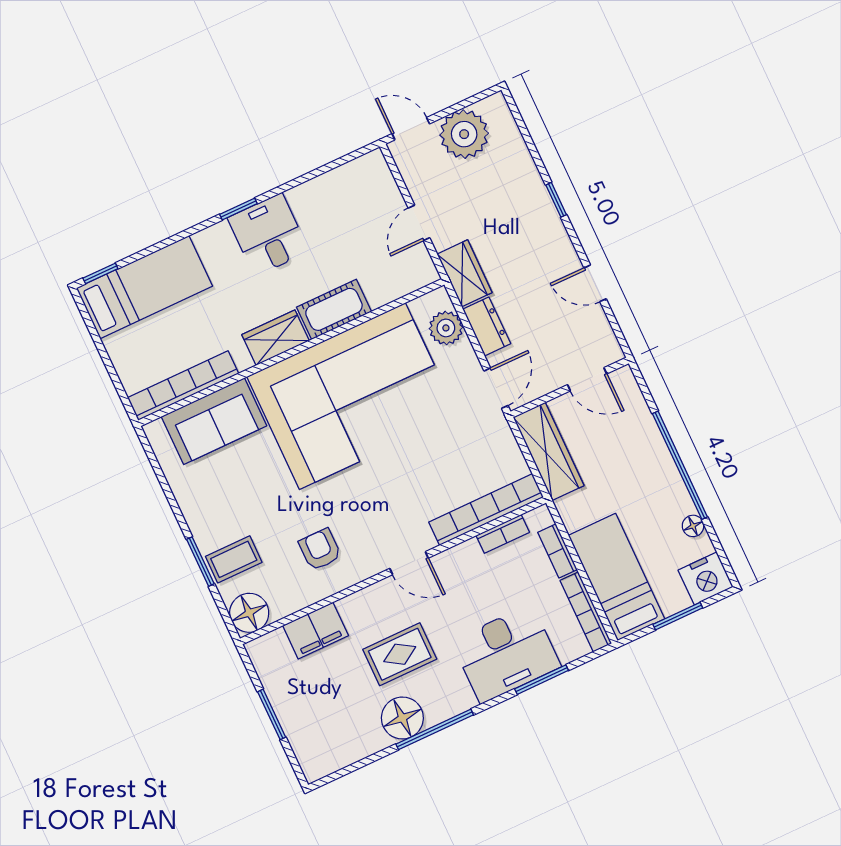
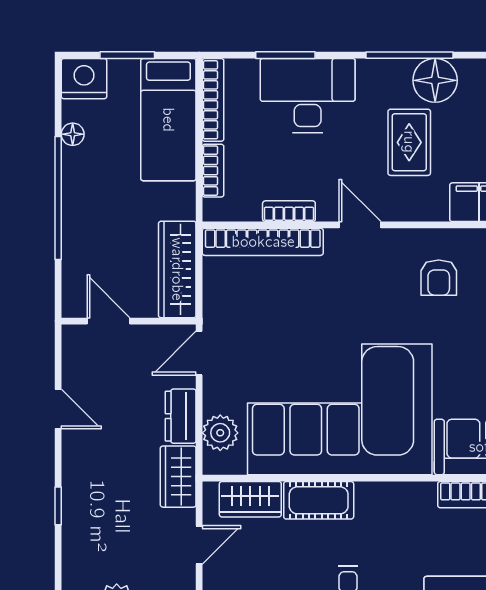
wardrobe: (276, 338) -> (250, 499), moved
bookcase: (503, 534) -> (289, 211), moved
rug: (400, 654) -> (409, 142), turned 90

